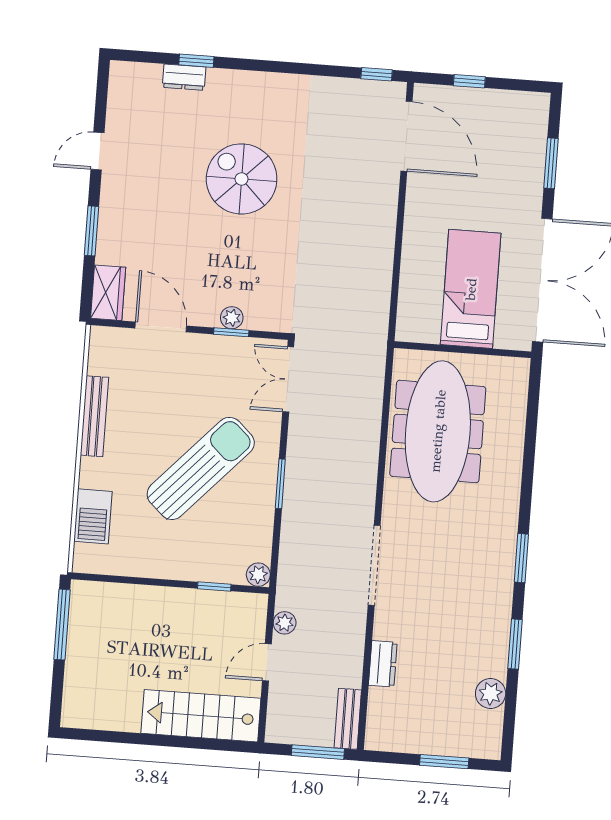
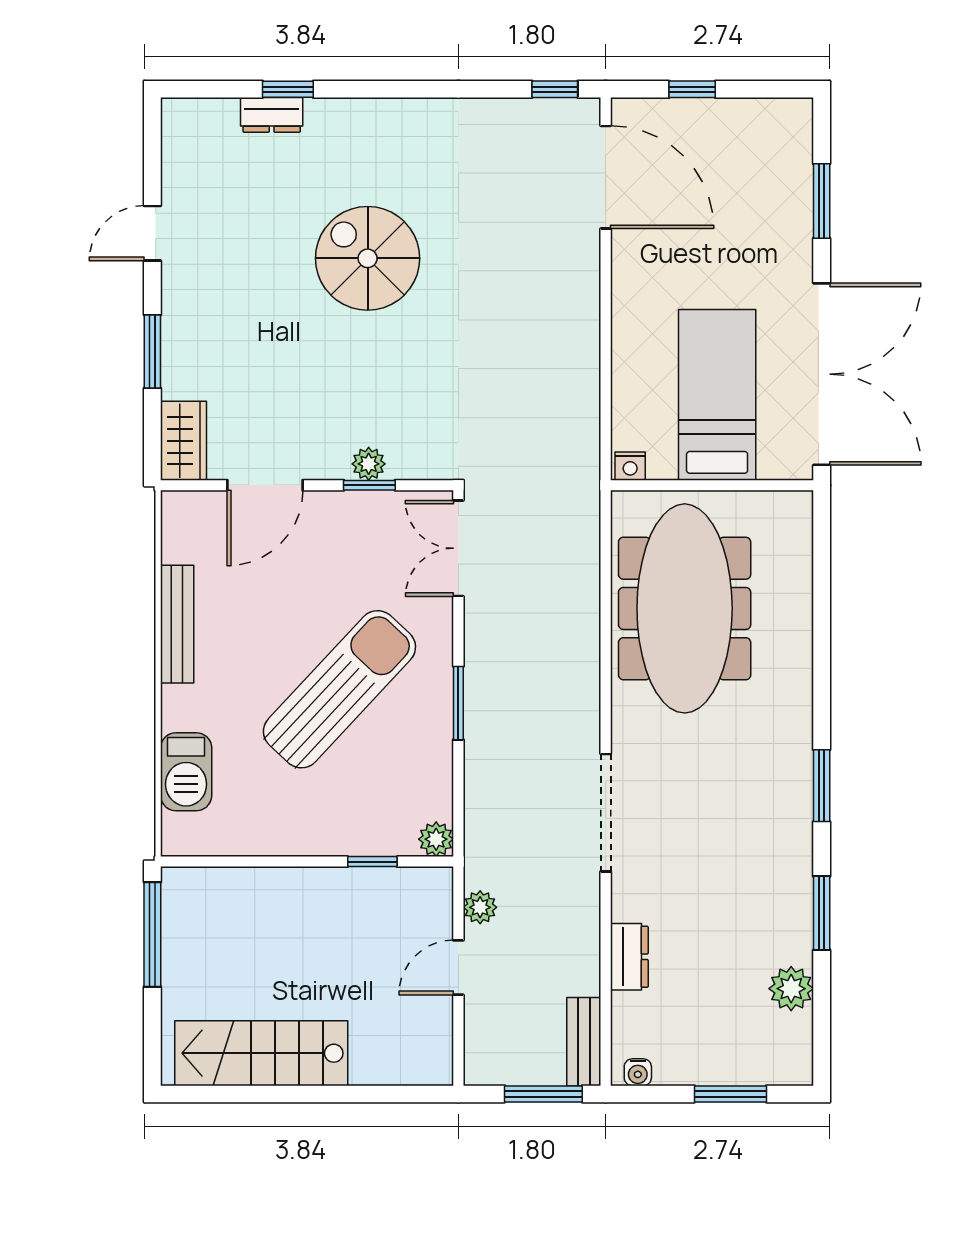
door: (161, 327) -> (265, 485), swing flipped
nightstand: (408, 333) -> (630, 466), added
stairs: (201, 716) -> (261, 1053), moved
water cooler: (383, 742) -> (638, 1072), added

